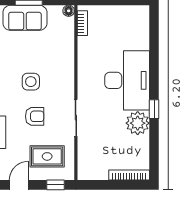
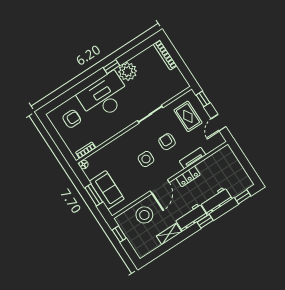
armchair: (126, 30) -> (72, 119), added
door: (19, 185) -> (219, 123), hinge flipped

